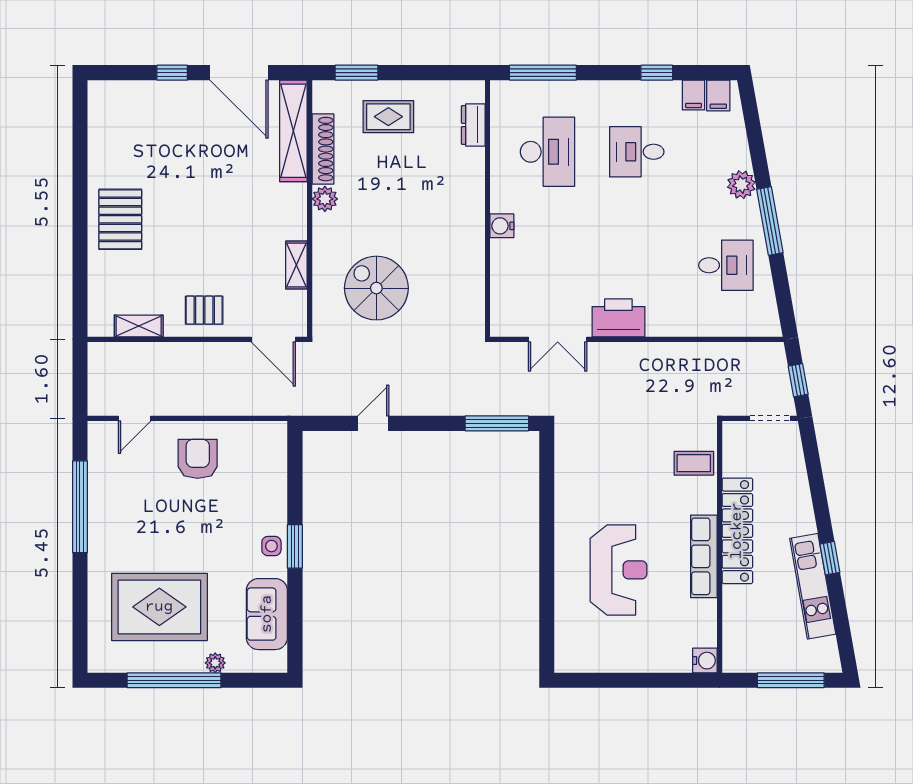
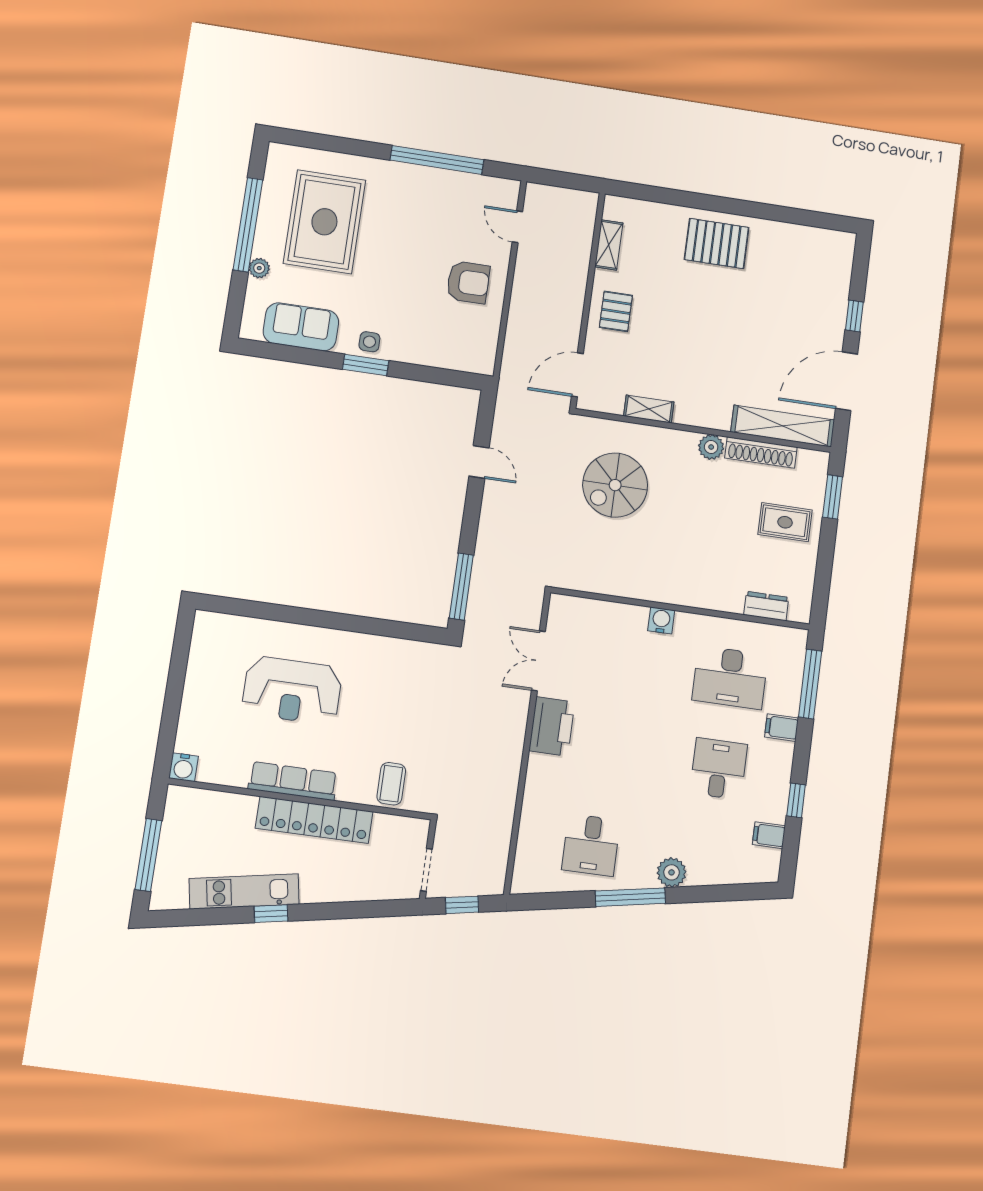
filing cabinet: (718, 95) -> (781, 728), moved
rug: (388, 117) -> (785, 522), turned 90
spiral stairs: (376, 288) -> (615, 485), turned 180

